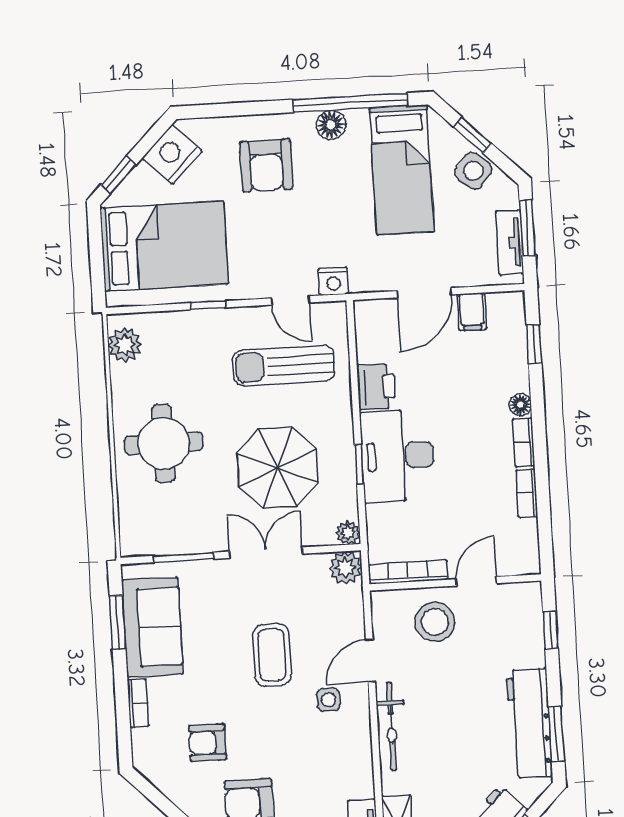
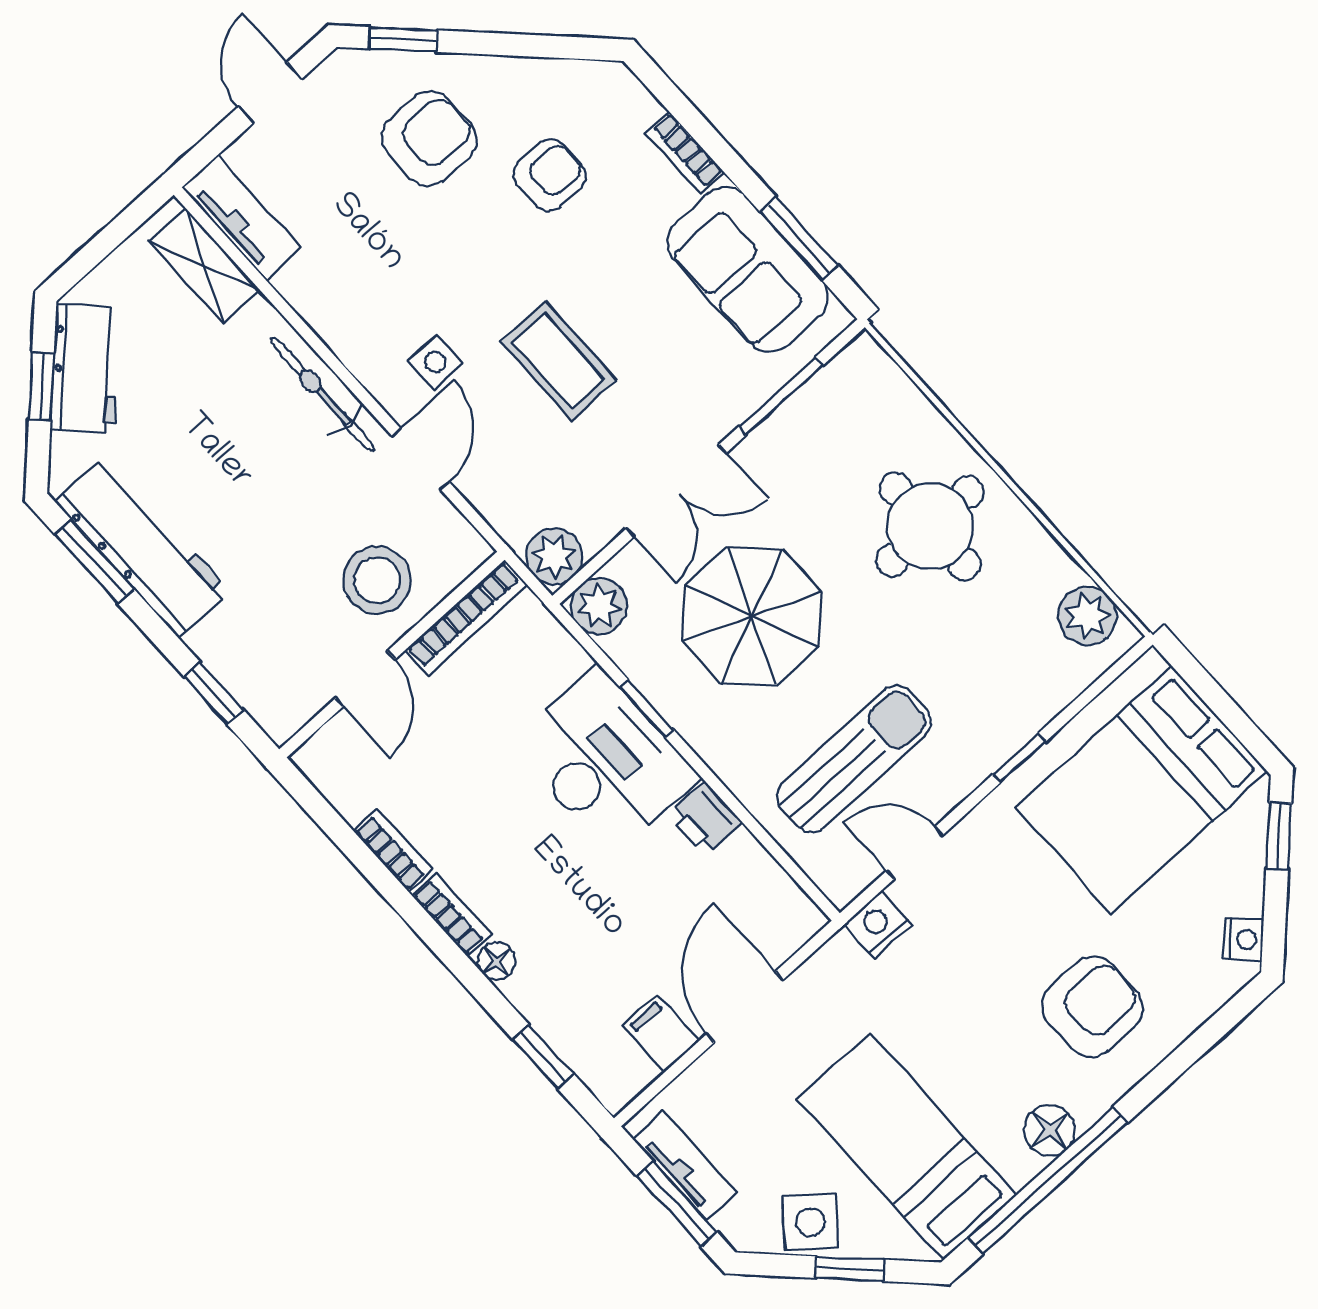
nightstand: (172, 154) -> (1244, 939), width x0.53, depth x0.56
armchair: (266, 165) -> (1092, 1007), turned 90
printer: (376, 387) -> (705, 819), width x0.73, depth x0.81
plant: (348, 533) -> (599, 606), width x1.38, depth x1.38

